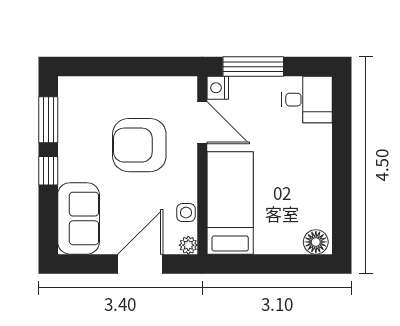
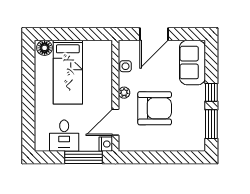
desk: (307, 100) -> (64, 136), moved, turned -90
door: (202, 123) -> (115, 122), hinge flipped
bed: (230, 203) -> (68, 72), moved
plant: (188, 245) -> (124, 93), moved

